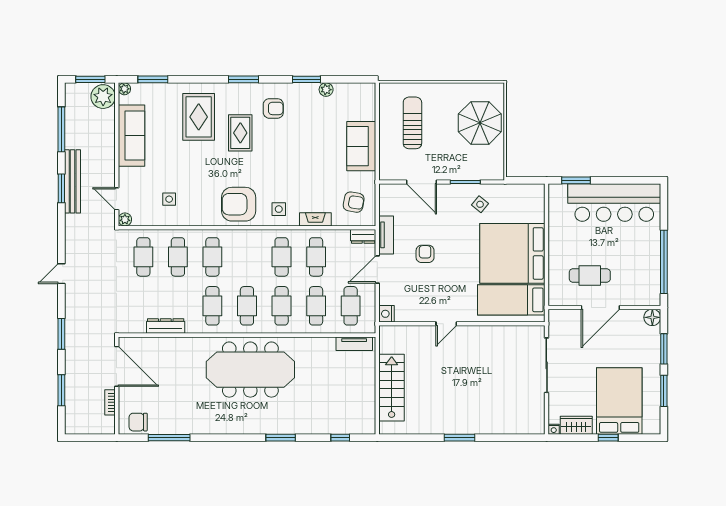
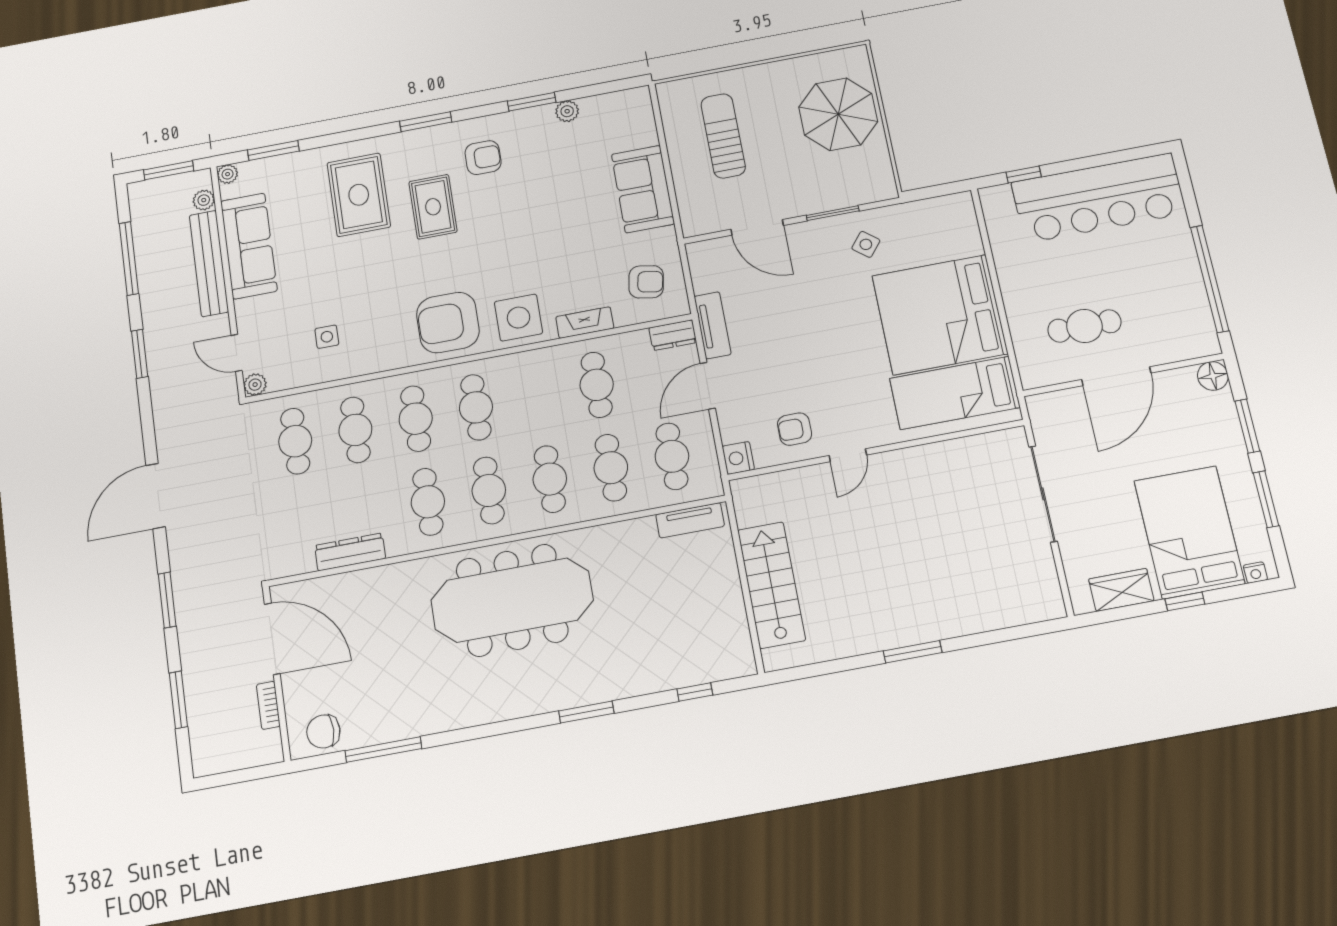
plant: (103, 97) -> (204, 200), width x0.53, depth x0.53
window: (576, 180) -> (1024, 175), width x0.67
bench: (73, 181) -> (209, 263), moved
side table: (279, 209) -> (519, 318), width x1.87, depth x1.87
armchair: (425, 254) -> (795, 429), moved, turned -90
cafe table: (282, 257) -> (476, 407), moved
door: (61, 274) -> (156, 496), width x1.87
nightstand: (554, 429) -> (1255, 573), moved

